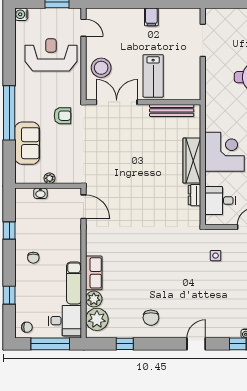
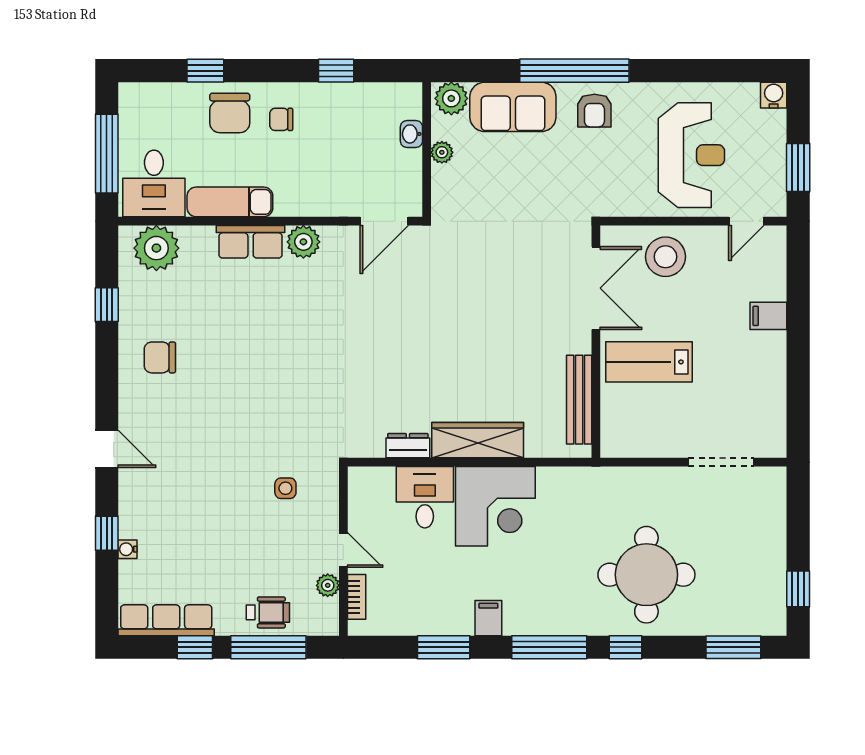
filing cabinet: (151, 17) -> (768, 316), moved
armchair: (62, 116) -> (594, 111), moved
plant: (23, 174) -> (451, 98), added
desk: (220, 201) -> (425, 497), moved
plant: (94, 299) -> (303, 242), moved
chair: (27, 327) -> (230, 113), moved, width x1.87, depth x1.87

